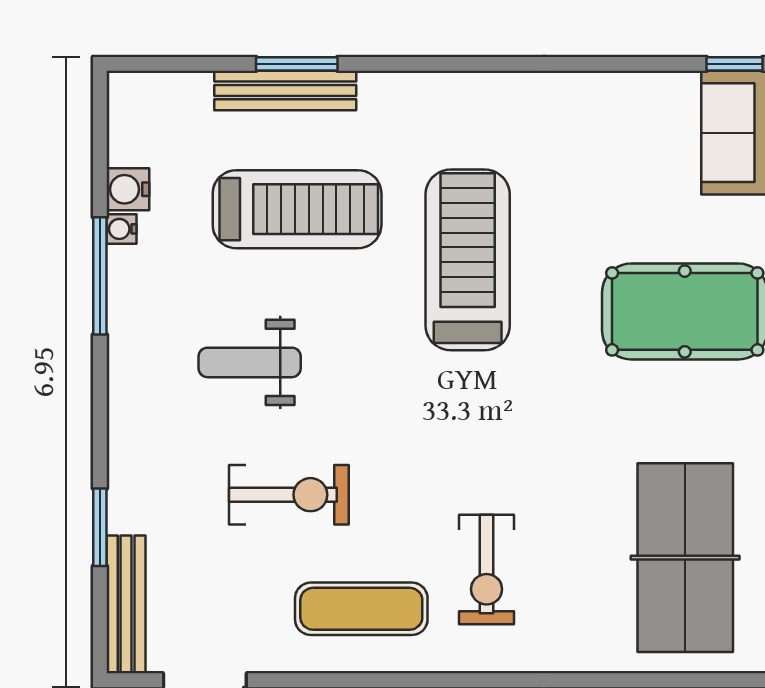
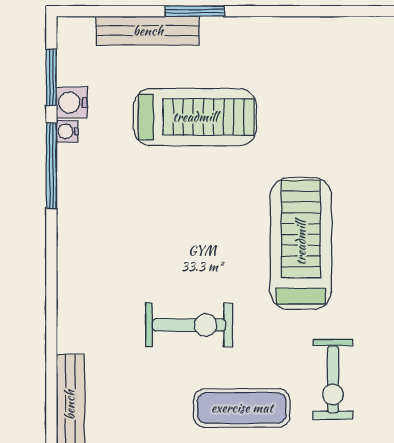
bench: (285, 90) -> (148, 31), moved
treadmill: (468, 260) -> (301, 243), moved
weight bench: (250, 362) -> (160, 229), removed
window: (100, 527) -> (51, 77), moved

